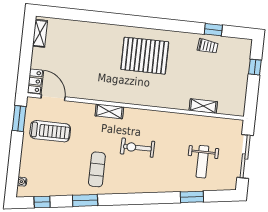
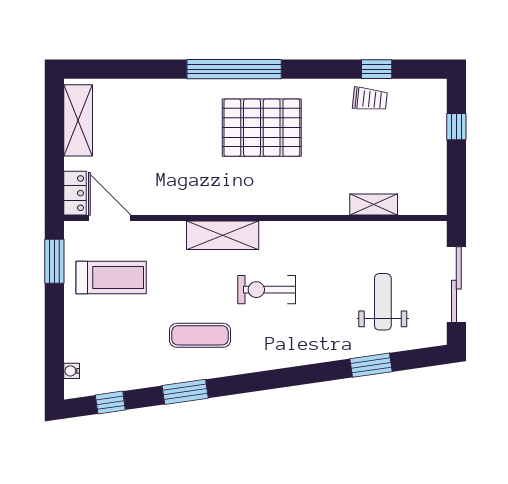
window: (133, 21) -> (234, 69), added
shelving: (40, 33) -> (78, 120), width x1.50, depth x1.33
shelving: (109, 111) -> (223, 235), width x1.50, depth x1.33
weight bench: (202, 162) -> (383, 302), turned 180
exercise mat: (97, 169) -> (200, 335), turned 90

